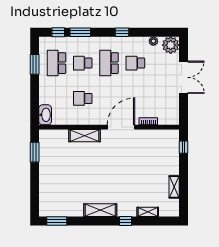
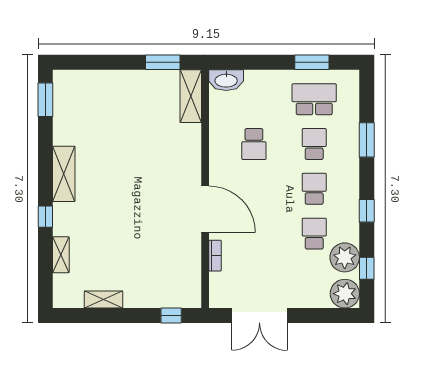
window: (58, 32) -> (367, 268), moved
plant: (153, 41) -> (345, 257), width x1.87, depth x1.87
school desk: (109, 63) -> (314, 189), width x0.54
double door: (184, 77) -> (259, 316), moved
school desk: (83, 98) -> (254, 144), turned 180
shelving: (84, 136) -> (191, 96), moved

